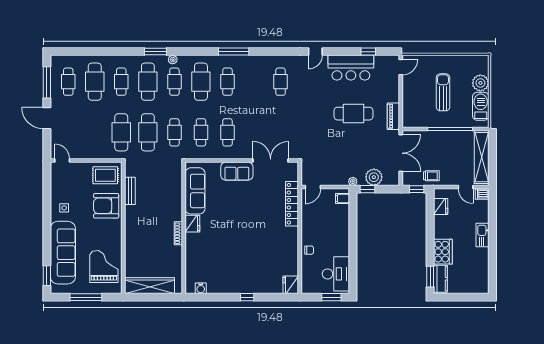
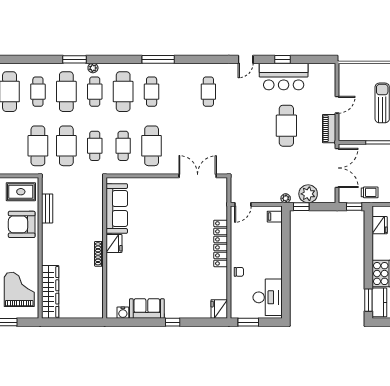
window: (368, 52) -> (283, 59), moved
door: (401, 67) -> (337, 105), moved
cafe table: (353, 114) -> (286, 126), turned 90
cafe table: (227, 132) -> (152, 146), width x1.37, depth x1.35
sofa: (237, 171) -> (147, 309), moved, turned 180
locker: (292, 204) -> (221, 243), moved
wardrobe: (149, 286) -> (50, 292), moved, turned 90
window: (331, 297) -> (248, 322), moved

